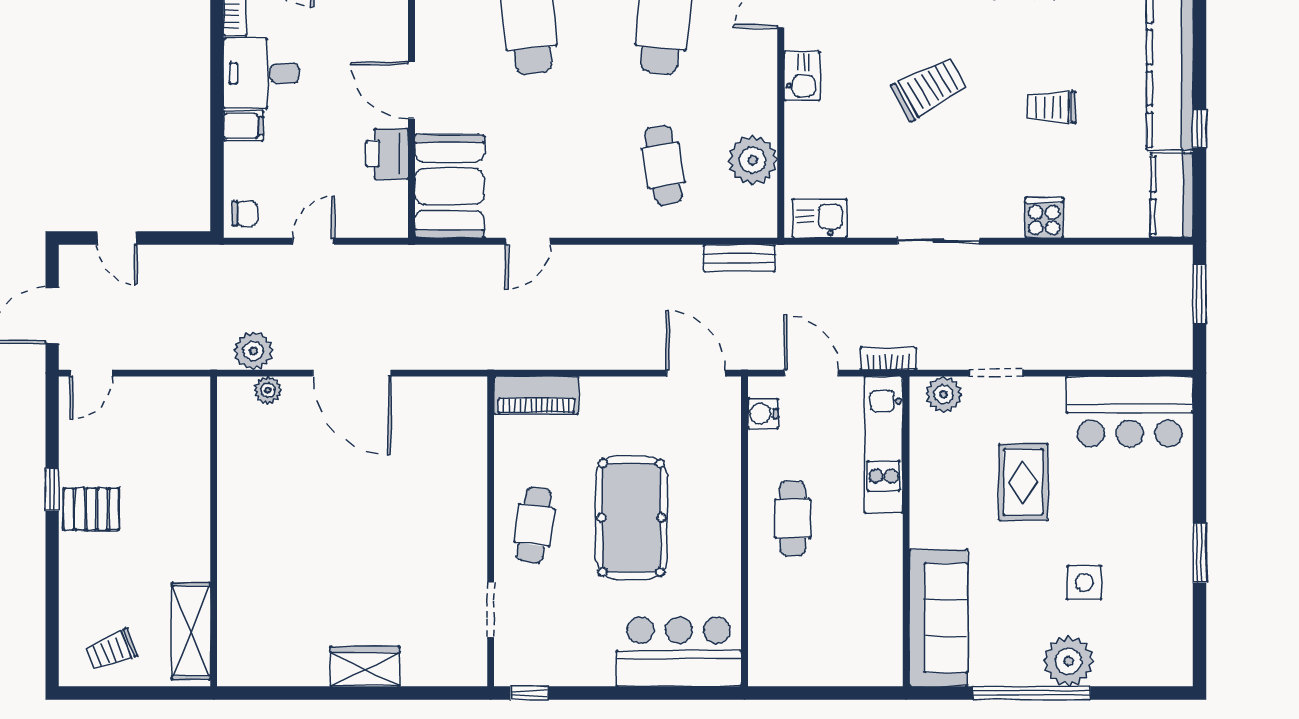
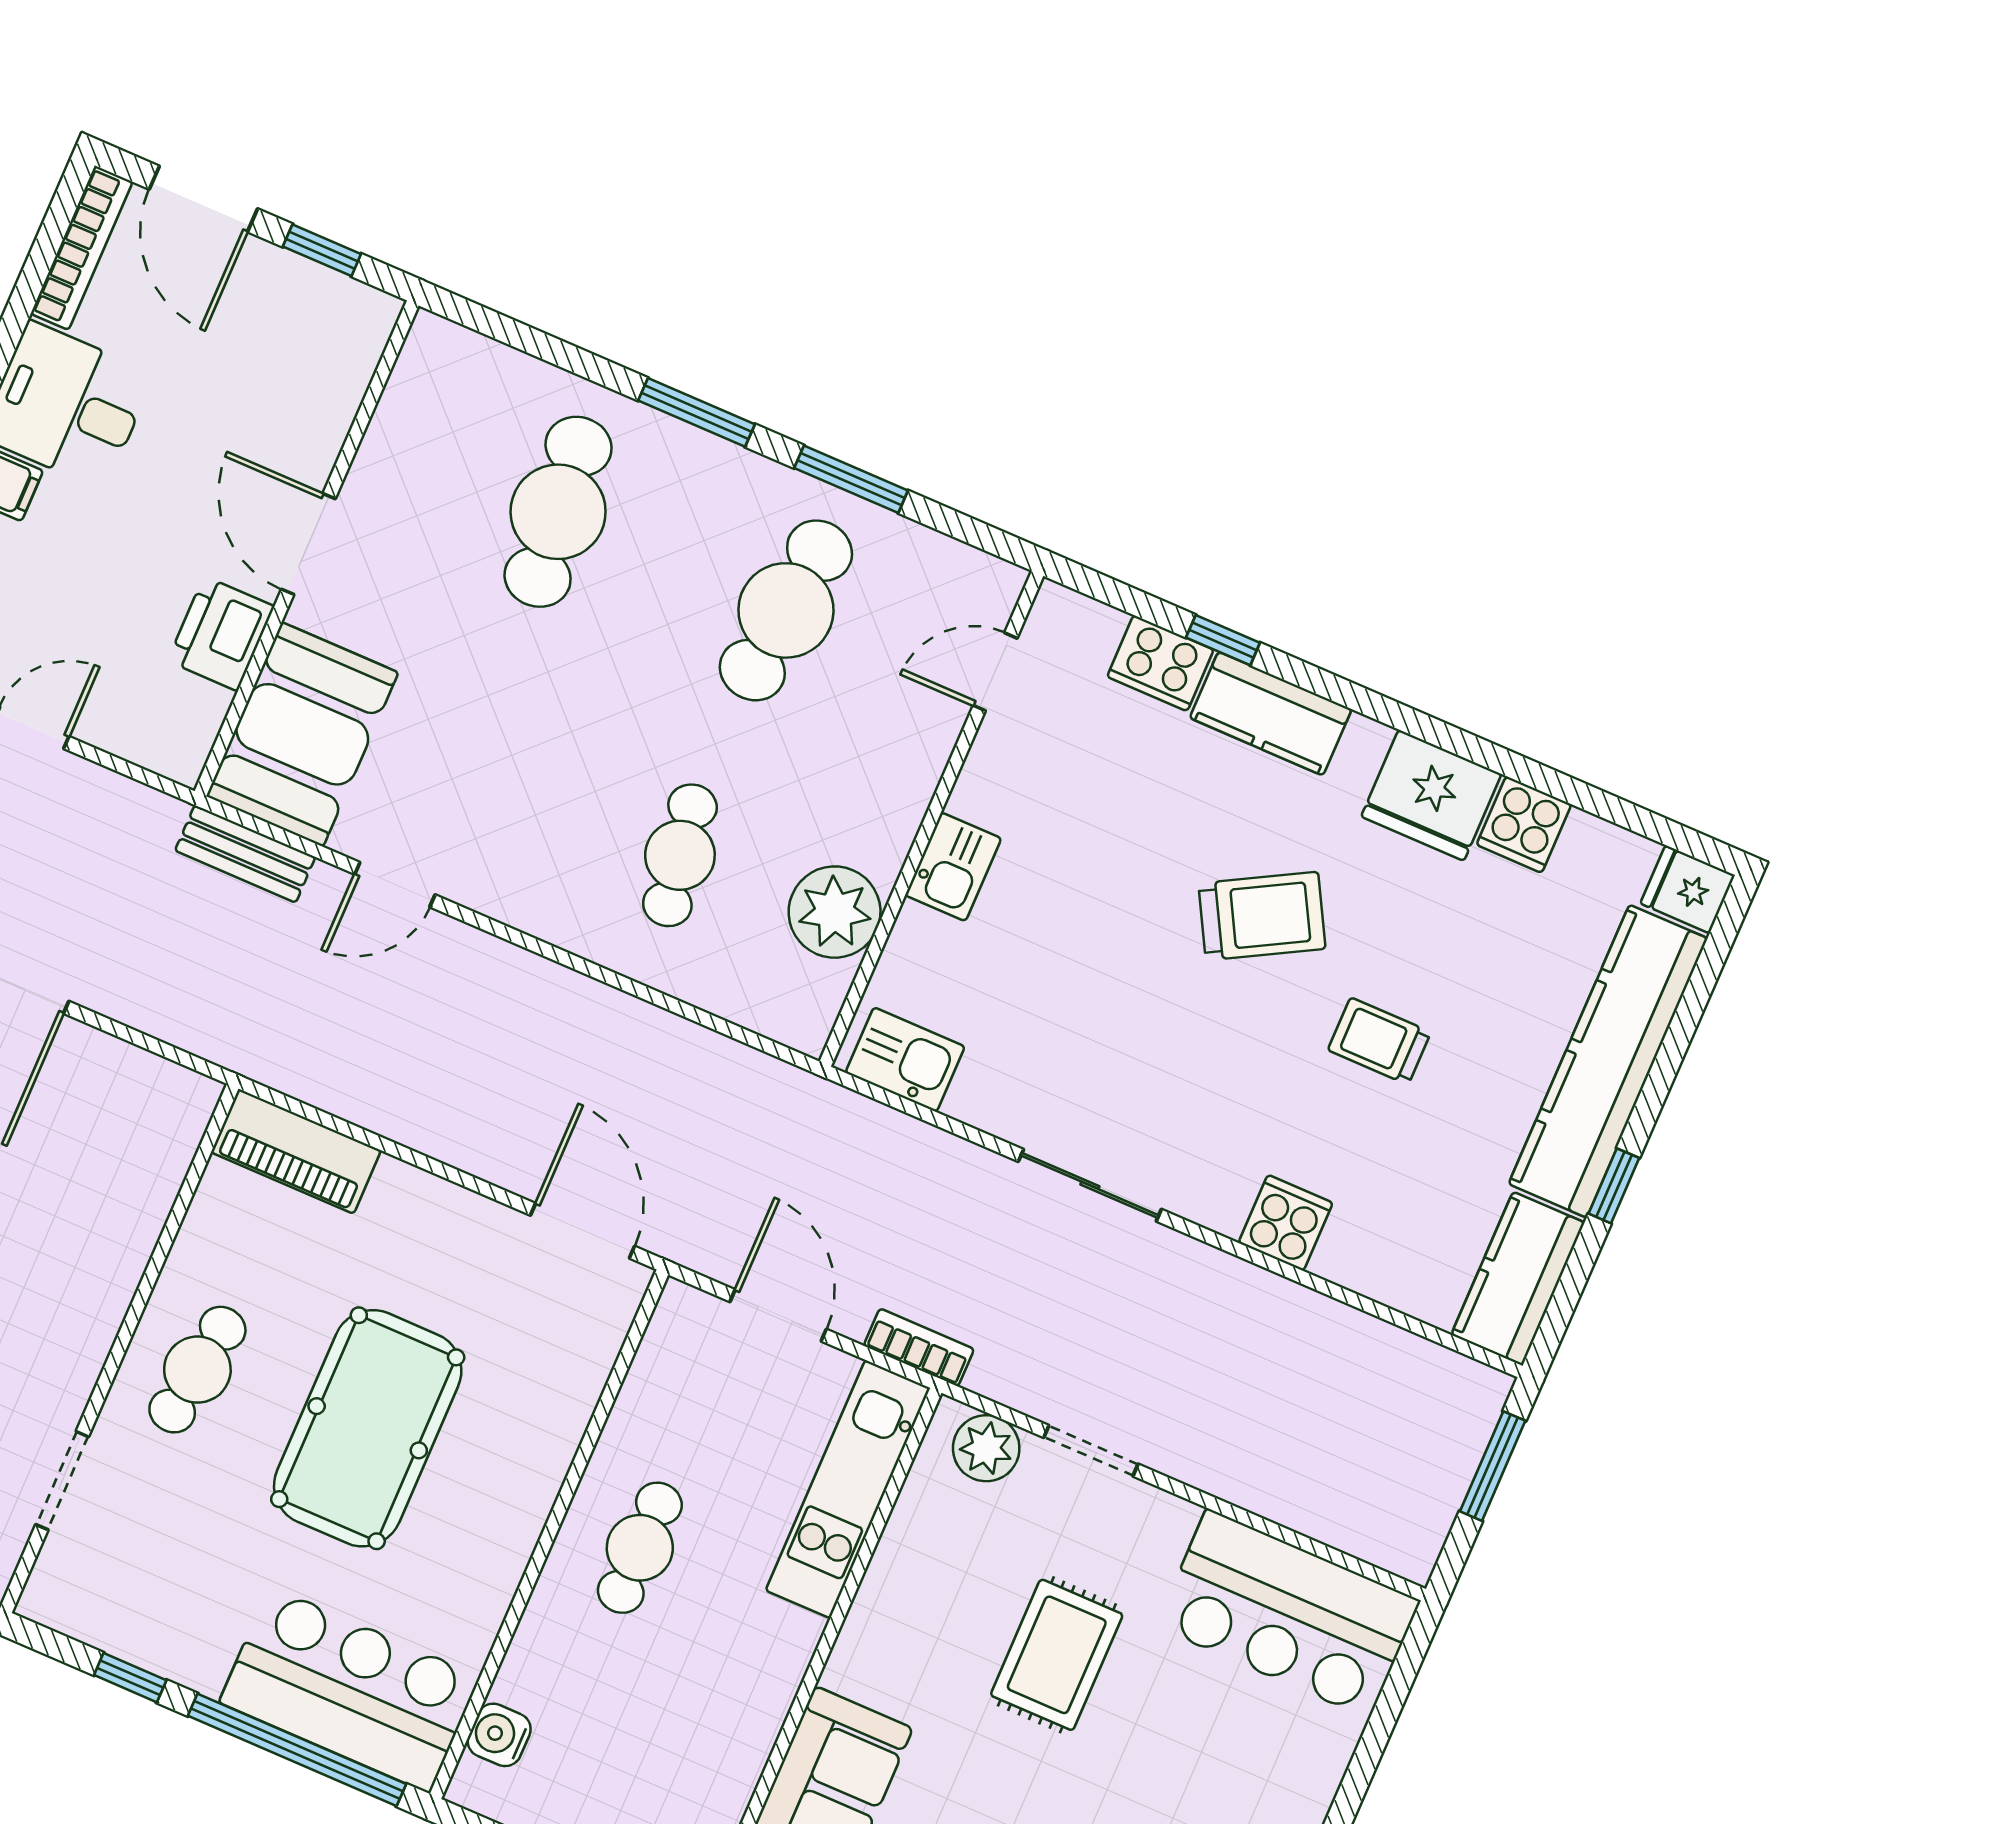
kitchen sink: (802, 76) -> (953, 867), moved
trolley: (929, 88) -> (1262, 916), moved
bench: (739, 258) -> (245, 854), moved
water cooler: (763, 413) -> (499, 1735), moved
window: (529, 693) -> (130, 1678), moved
window: (666, 693) -> (297, 1750), added

